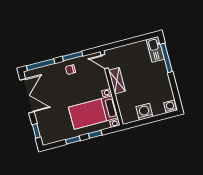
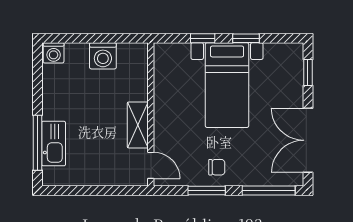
kitchen sink: (155, 49) -> (54, 144), moved
bed with nightstands: (93, 113) -> (227, 85), moved, turned 90

